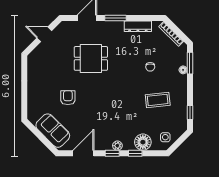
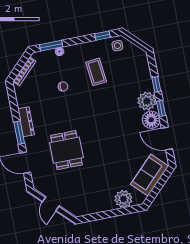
dresser: (138, 26) -> (26, 122), moved
armchair: (68, 98) -> (112, 166), removed
plant: (36, 102) -> (123, 199), added
side table: (165, 137) -> (117, 46), moved
floor lamp: (143, 142) -> (151, 120), moved
plant: (117, 146) -> (147, 101), width x1.87, depth x1.87

